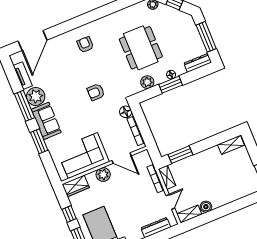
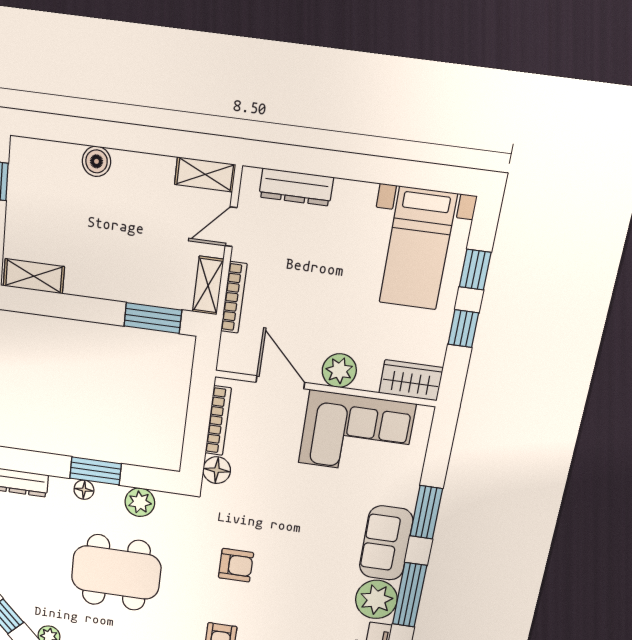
dining table: (141, 48) -> (116, 573), turned 90
armchair: (96, 92) -> (236, 565), moved
boiler: (206, 207) -> (96, 161), moved

